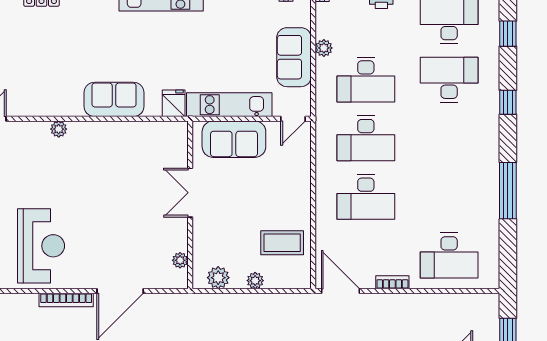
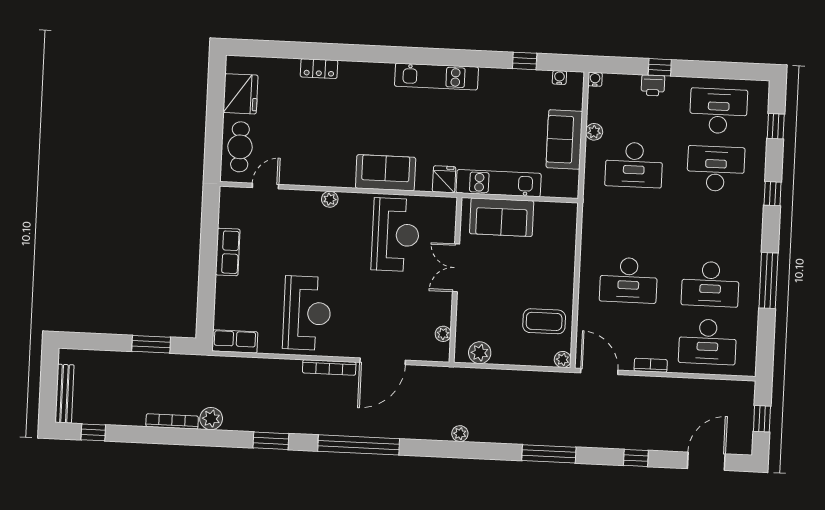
door: (293, 119) -> (561, 200), removed
desk: (366, 138) -> (710, 284), moved
reception desk: (127, 162) -> (396, 235), added
plant: (255, 281) -> (563, 359), moved

